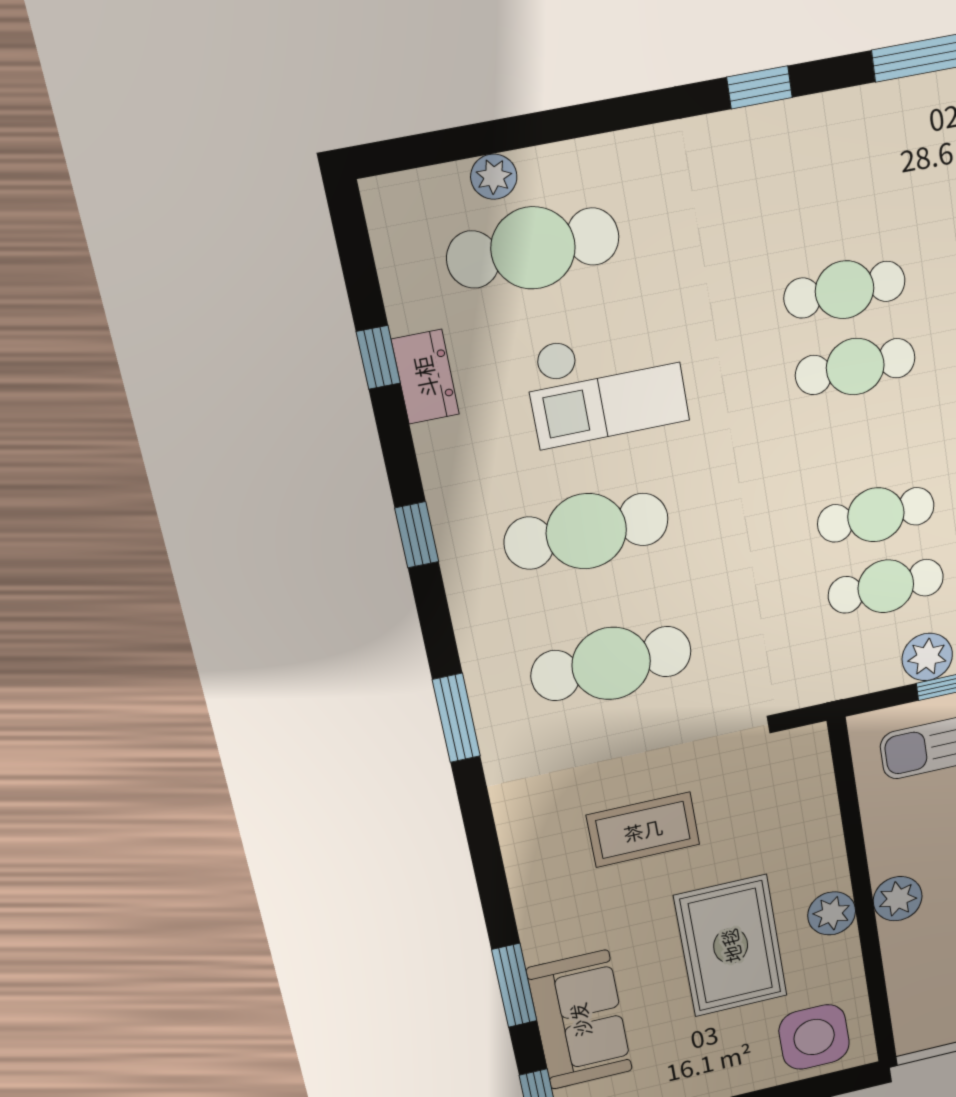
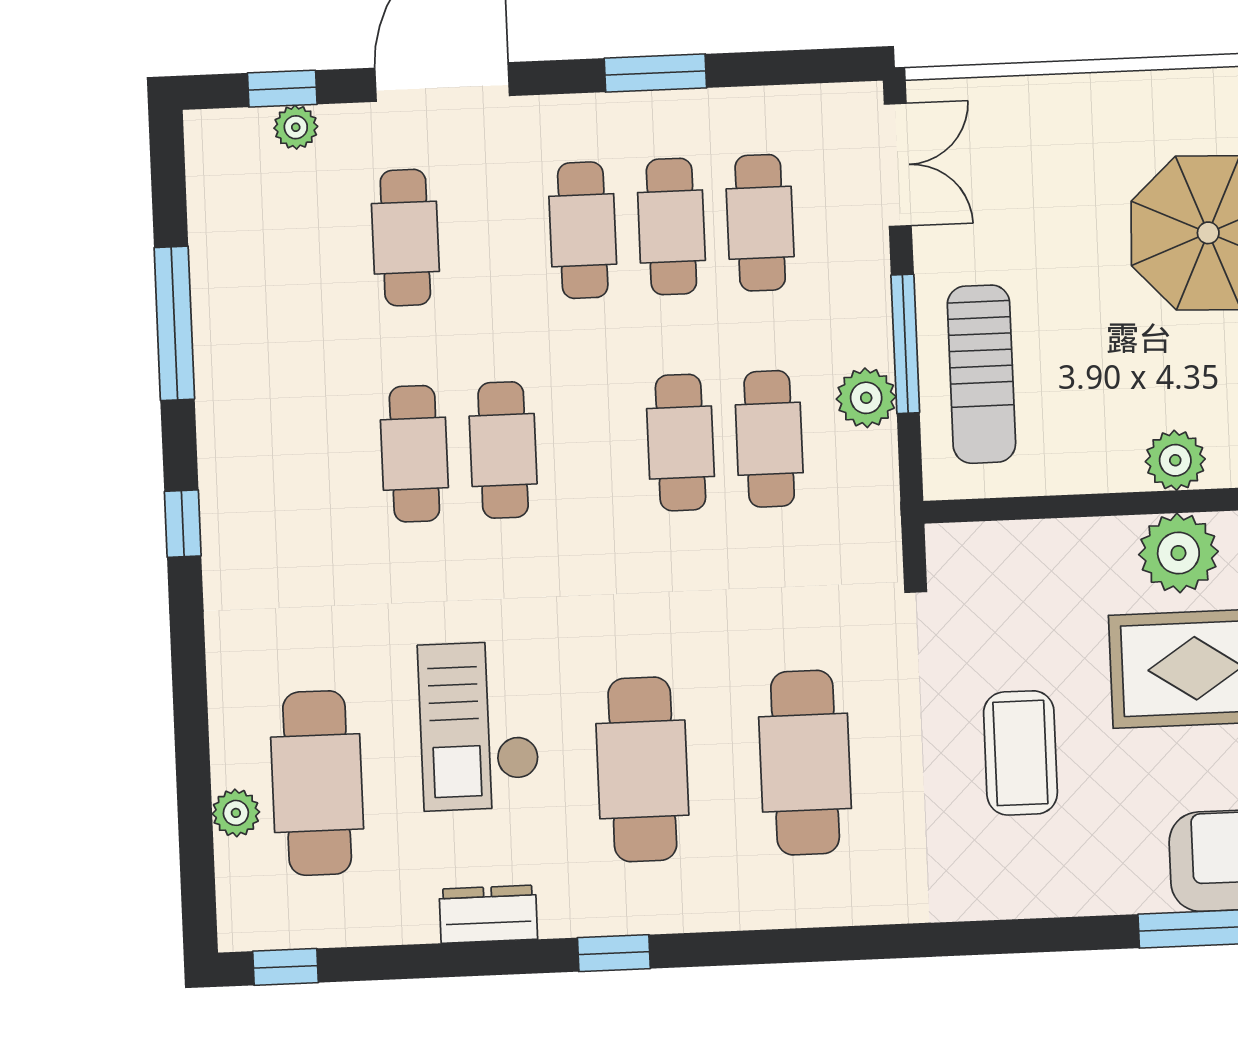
window: (378, 357) -> (285, 967), moved
dresser: (425, 377) -> (488, 914), moved
checkout: (606, 385) -> (479, 726), turned 180
window: (456, 718) -> (838, 944), removed
plant: (832, 913) -> (1178, 553), width x1.36, depth x1.36

